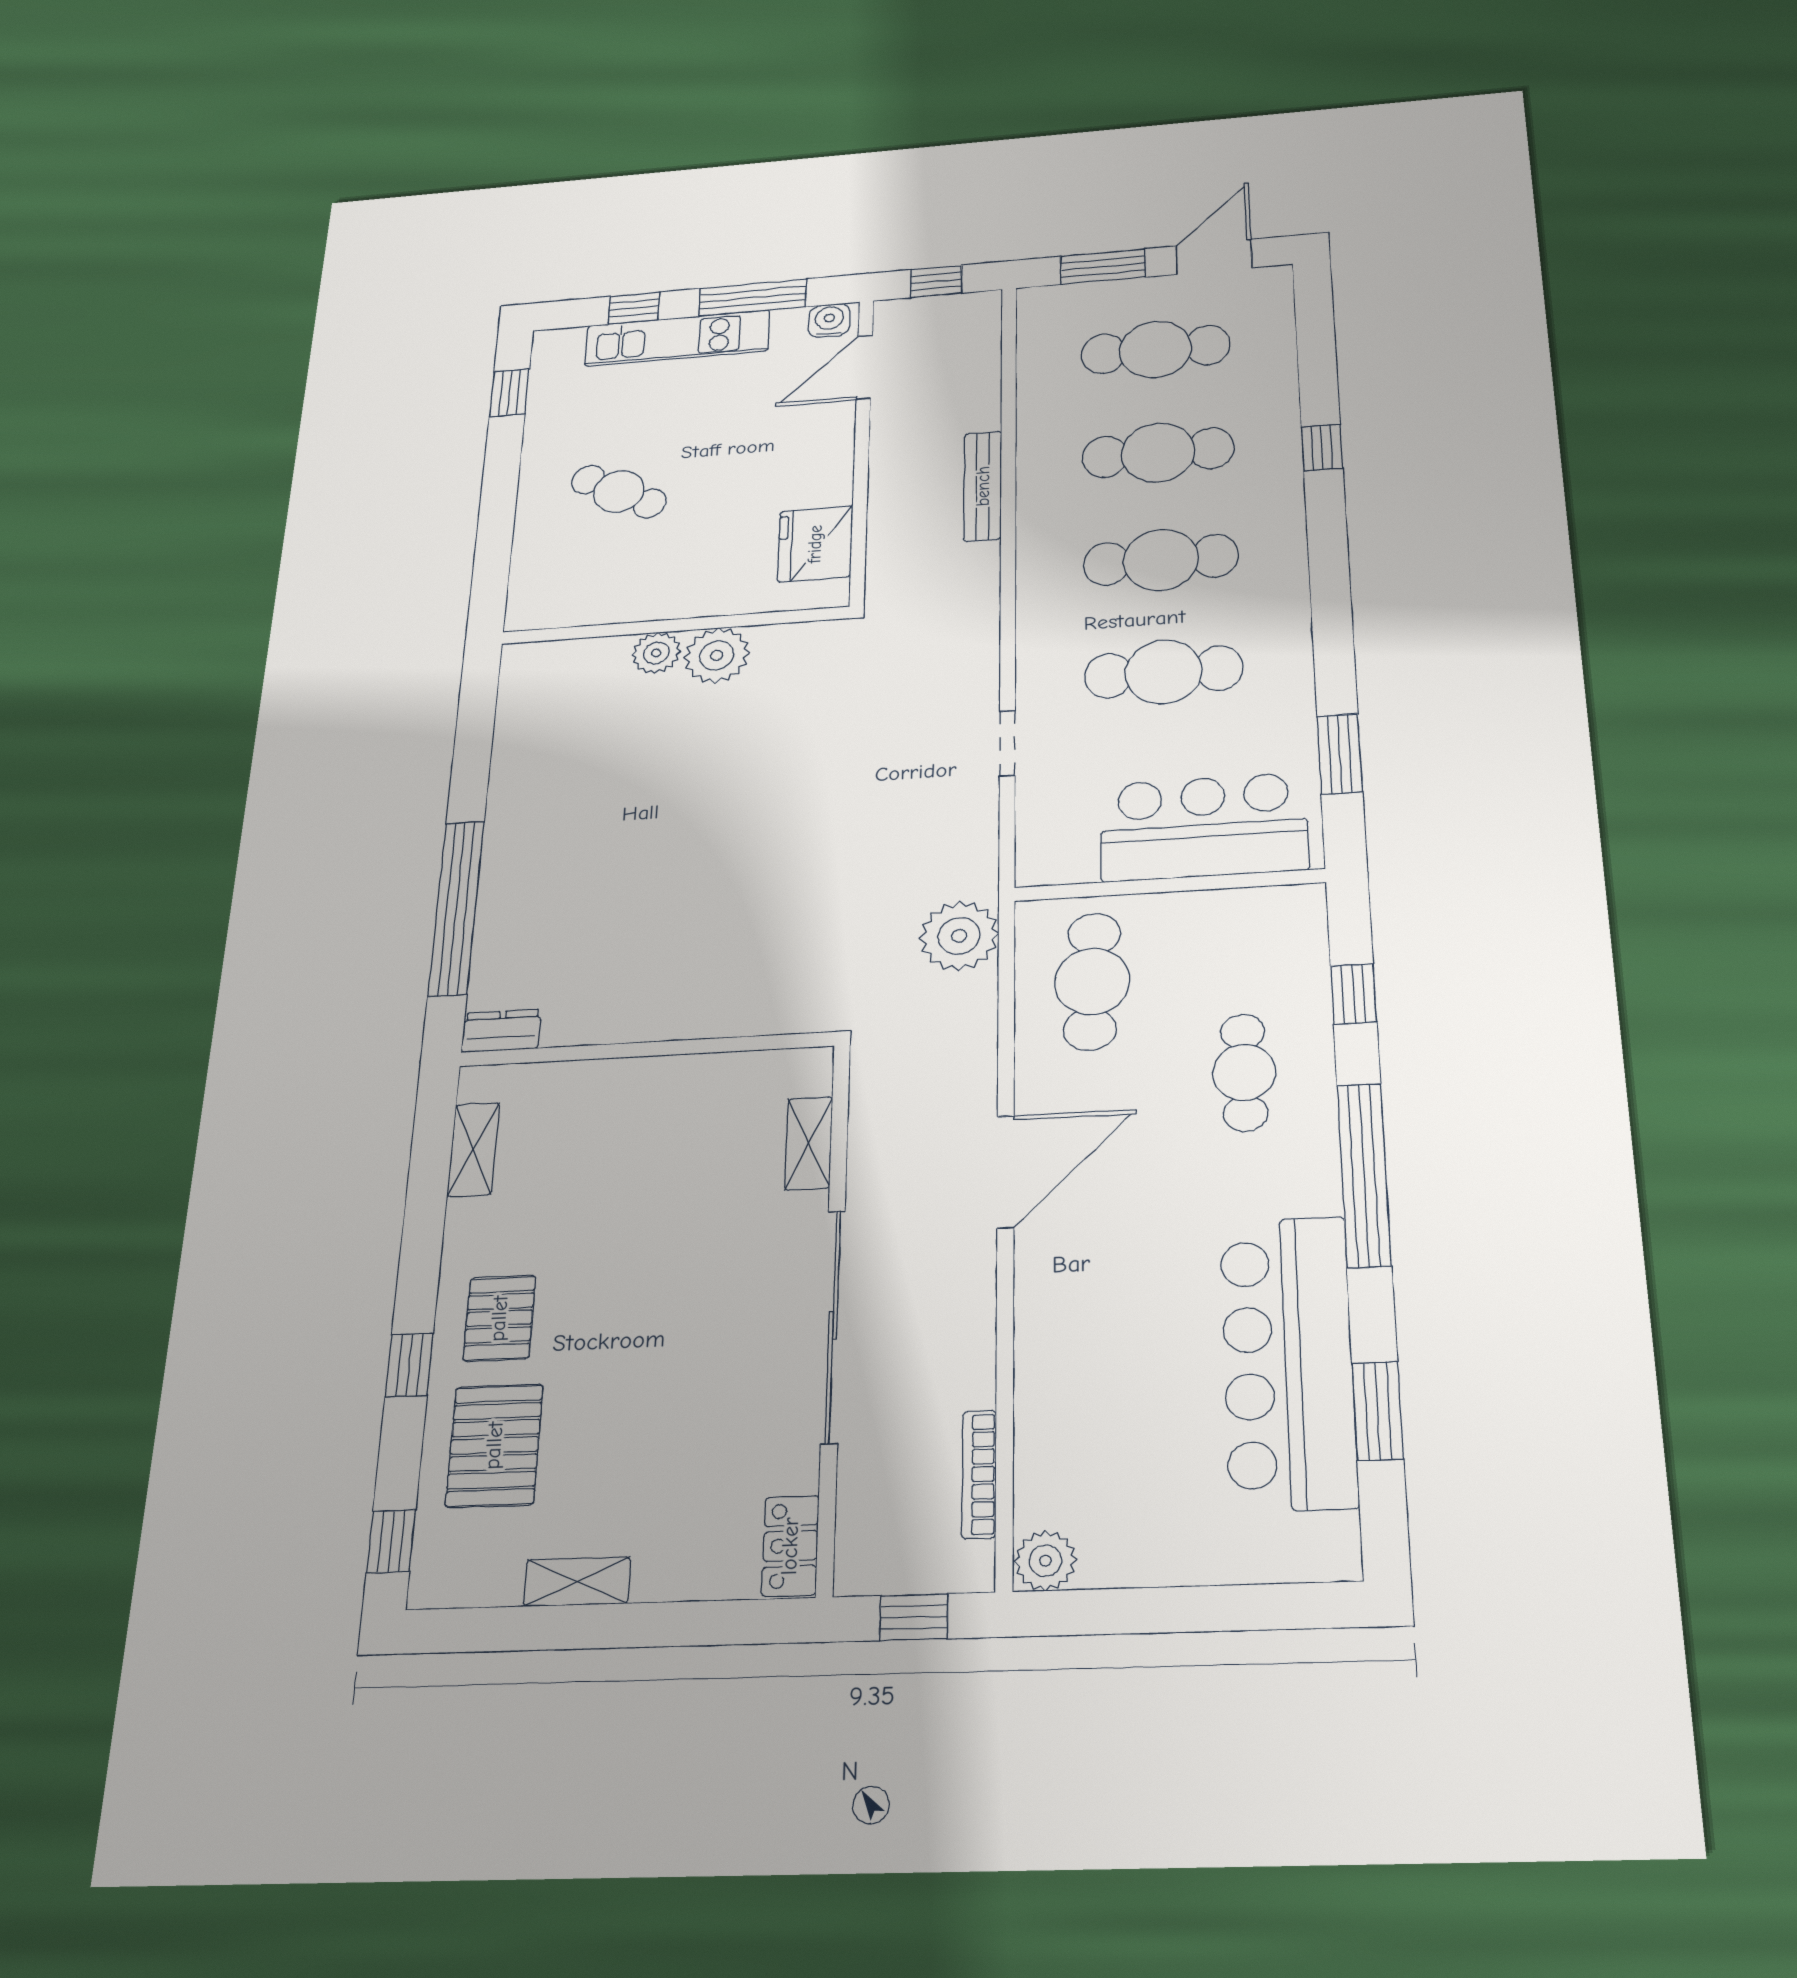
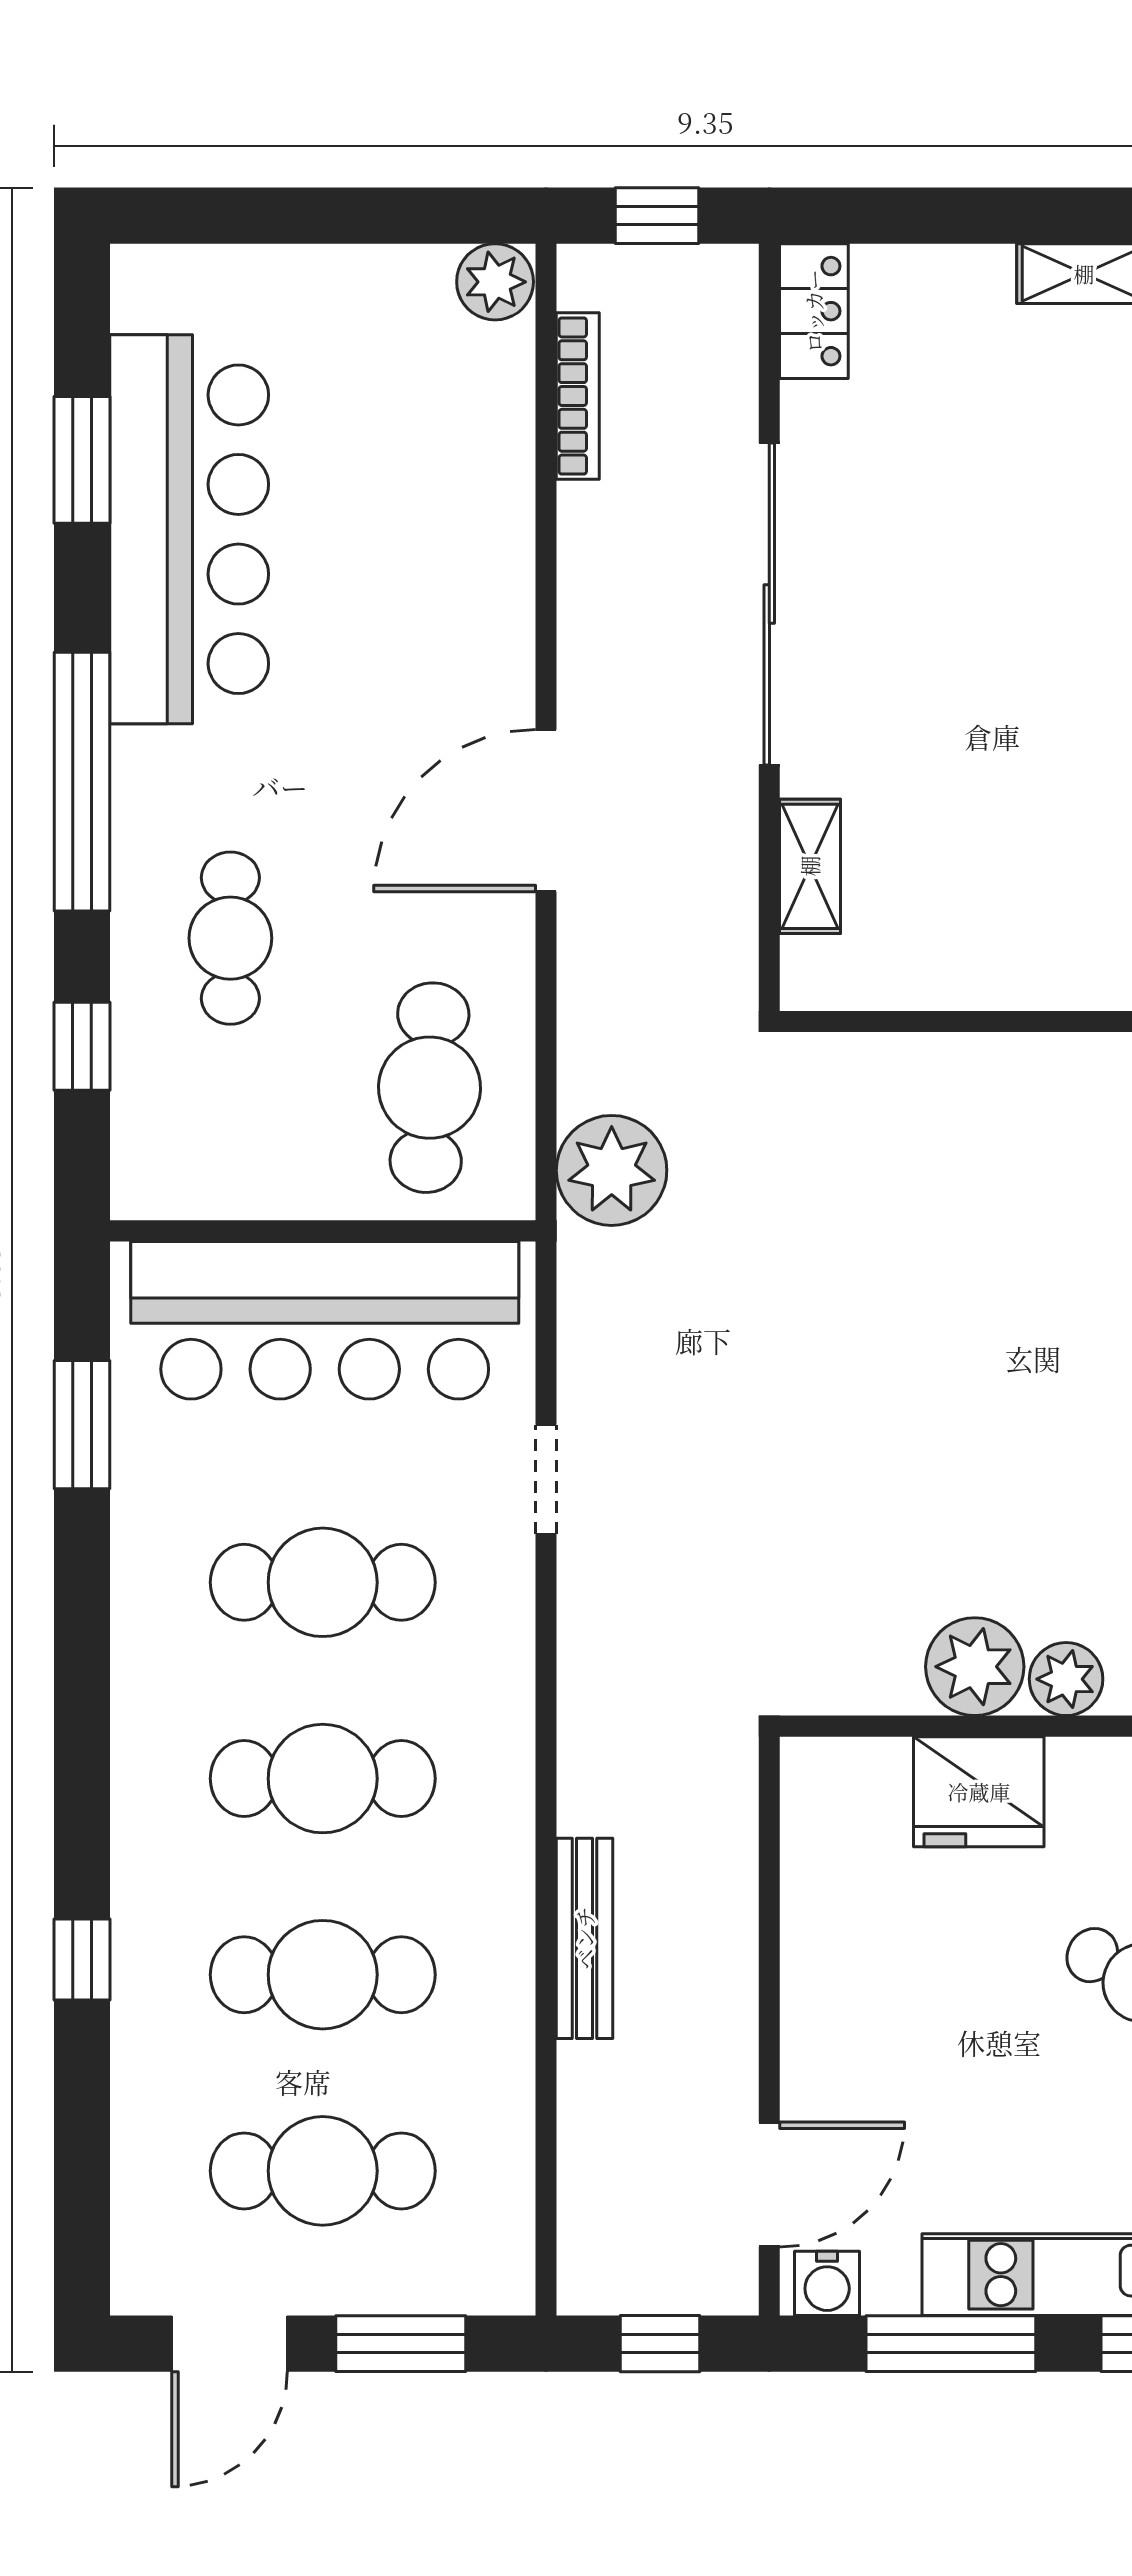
fridge: (815, 544) -> (979, 1792), moved, turned 90
bar counter: (1204, 827) -> (325, 1320), width x1.36

